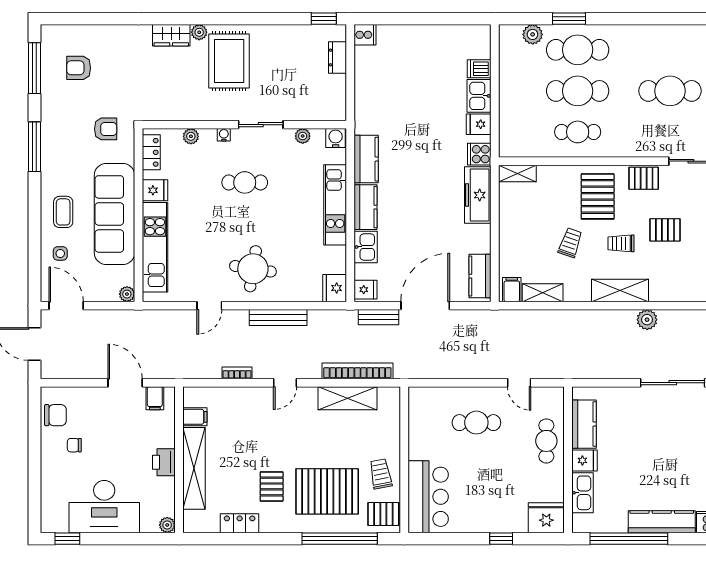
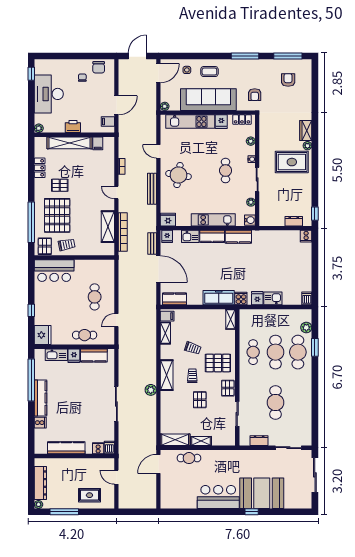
dishwasher: (479, 69) -> (307, 298), moved

